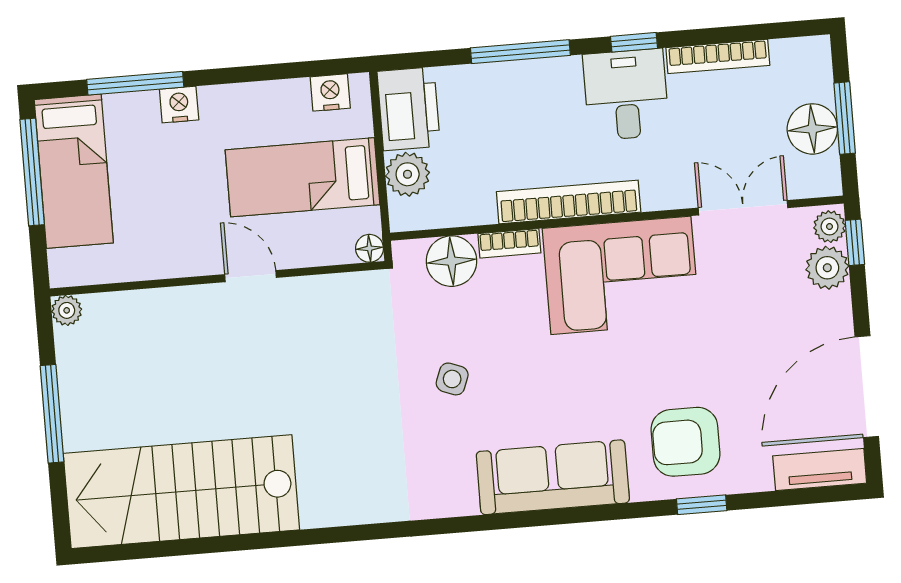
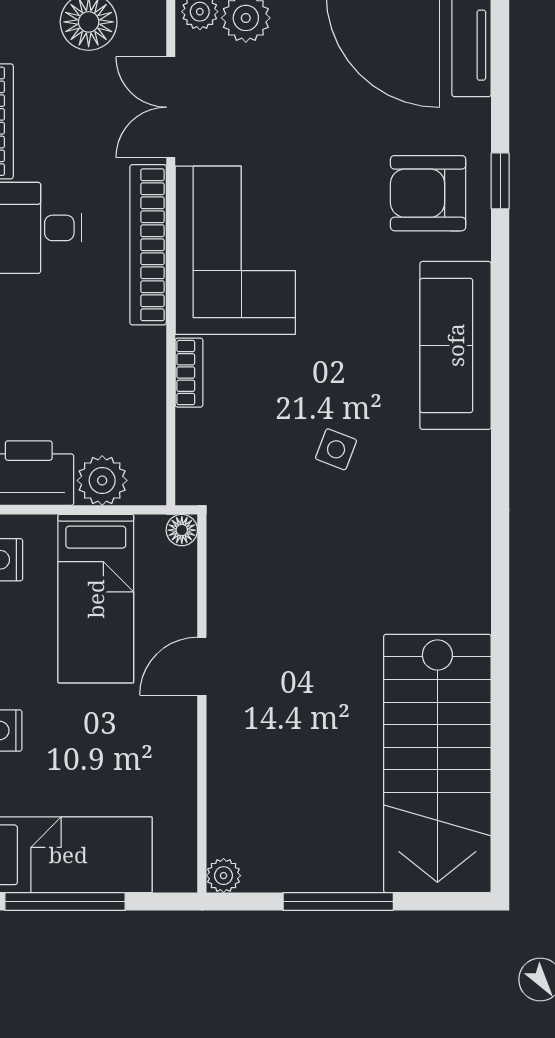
bookcase: (569, 202) -> (148, 245), moved
floor lamp: (452, 261) -> (204, 439), removed
armchair: (686, 442) -> (428, 193), turned 90

